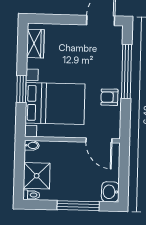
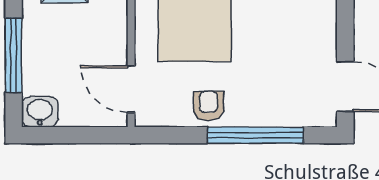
door: (99, 140) -> (131, 89), hinge flipped

